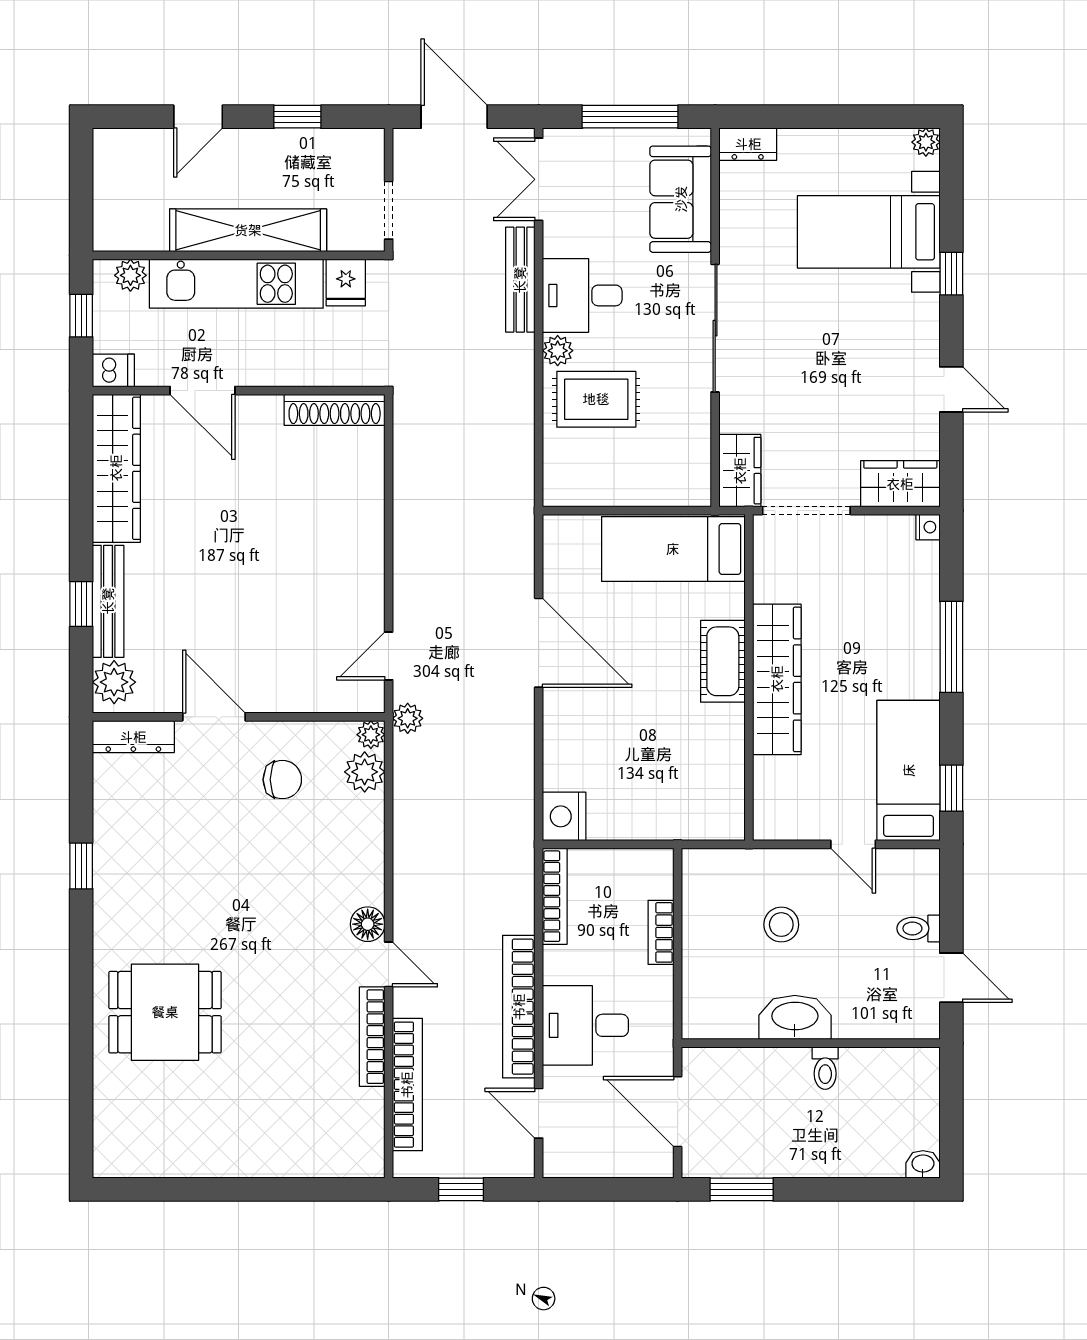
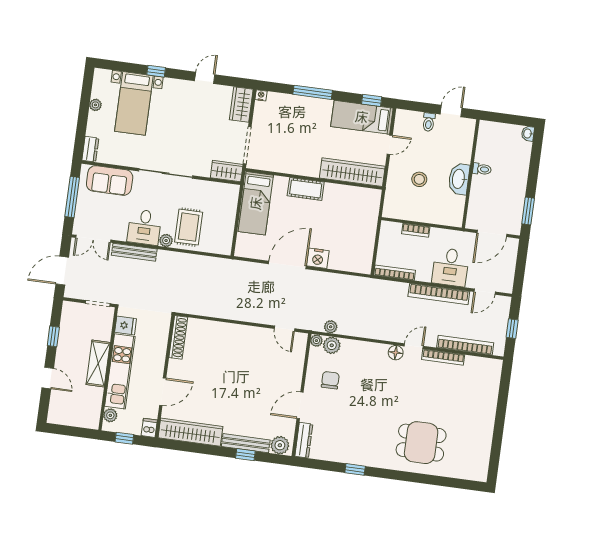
plant: (926, 142) -> (95, 105), moved
shelving: (248, 230) -> (98, 363), width x0.68
wardrobe: (777, 679) -> (352, 172), moved
plant: (408, 718) -> (331, 327), moved
nightstand: (564, 816) -> (318, 258), moved
dining table: (165, 1012) -> (421, 443), turned 90

